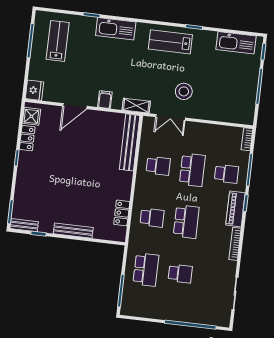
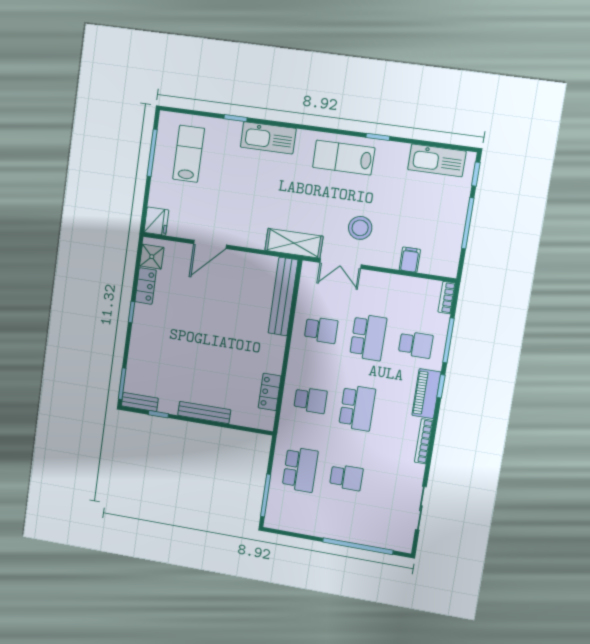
filing cabinet: (105, 100) -> (410, 260), moved
shelving: (136, 106) -> (294, 243), width x1.50, depth x1.33

